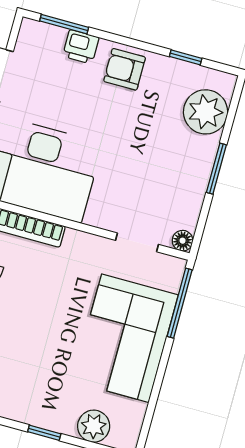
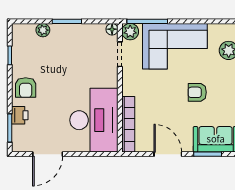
plant: (206, 112) -> (43, 30), width x0.53, depth x0.53
plant: (170, 270) -> (130, 32), added
armchair: (38, 354) -> (197, 92), added

